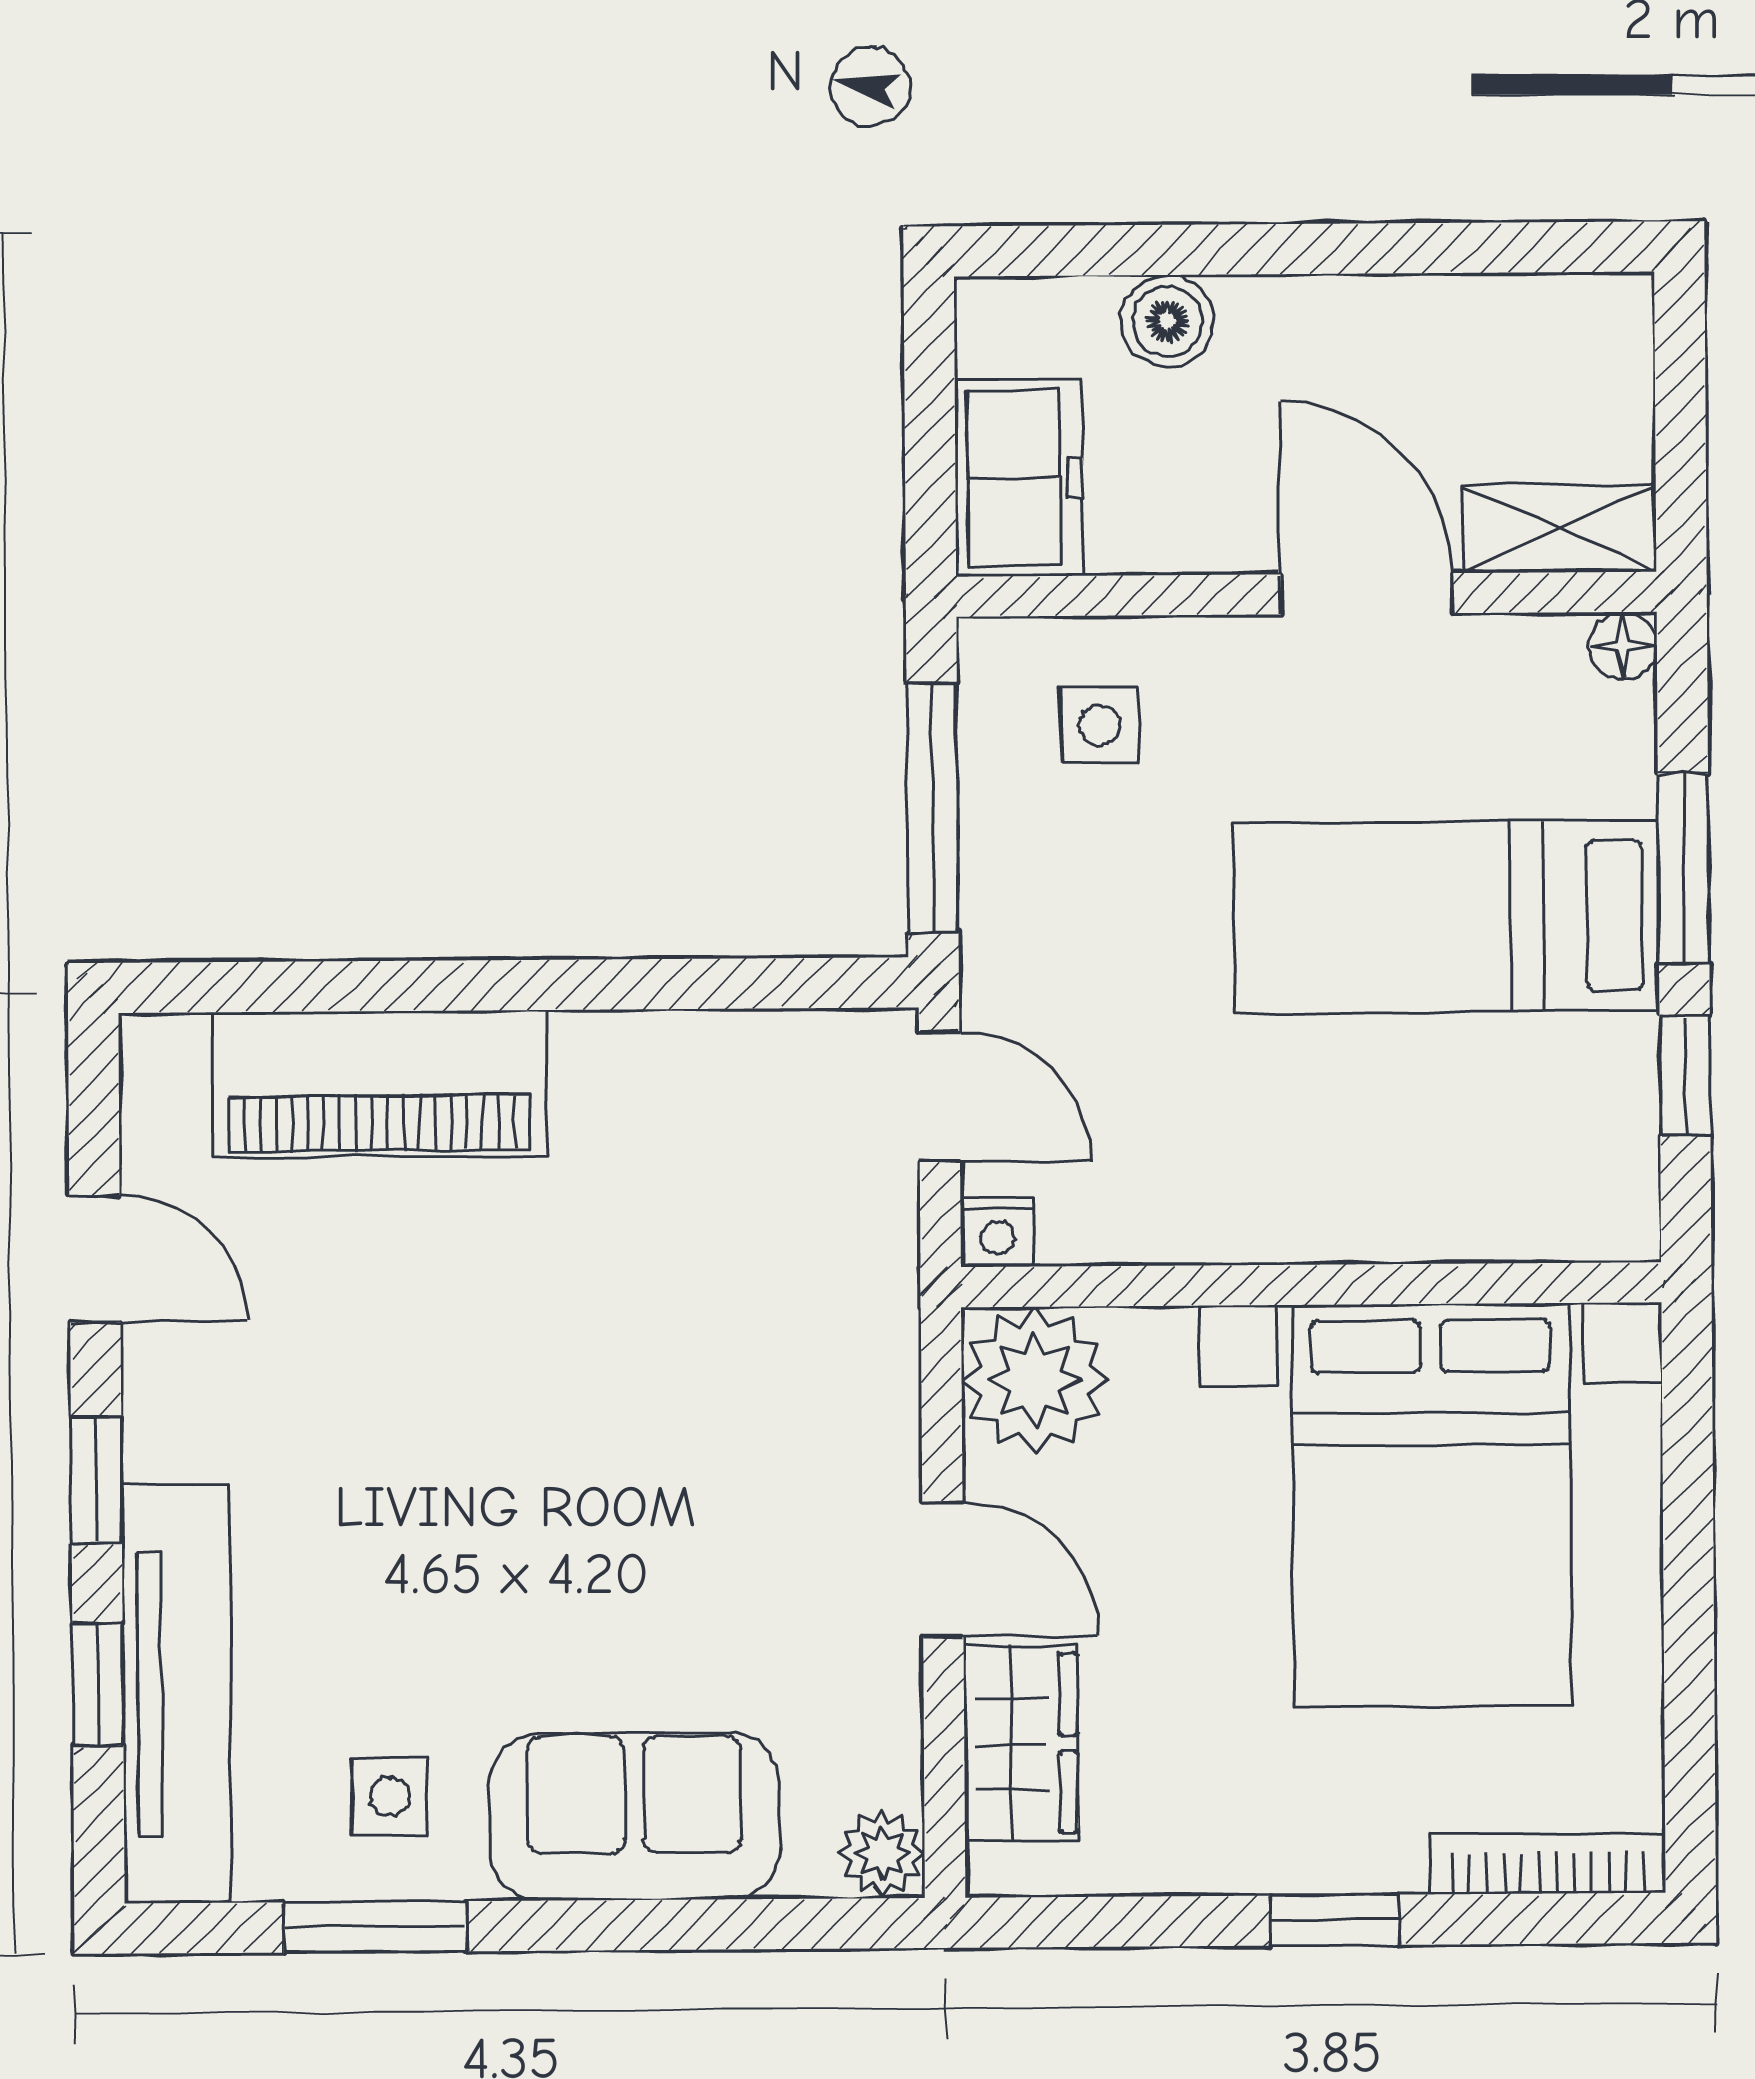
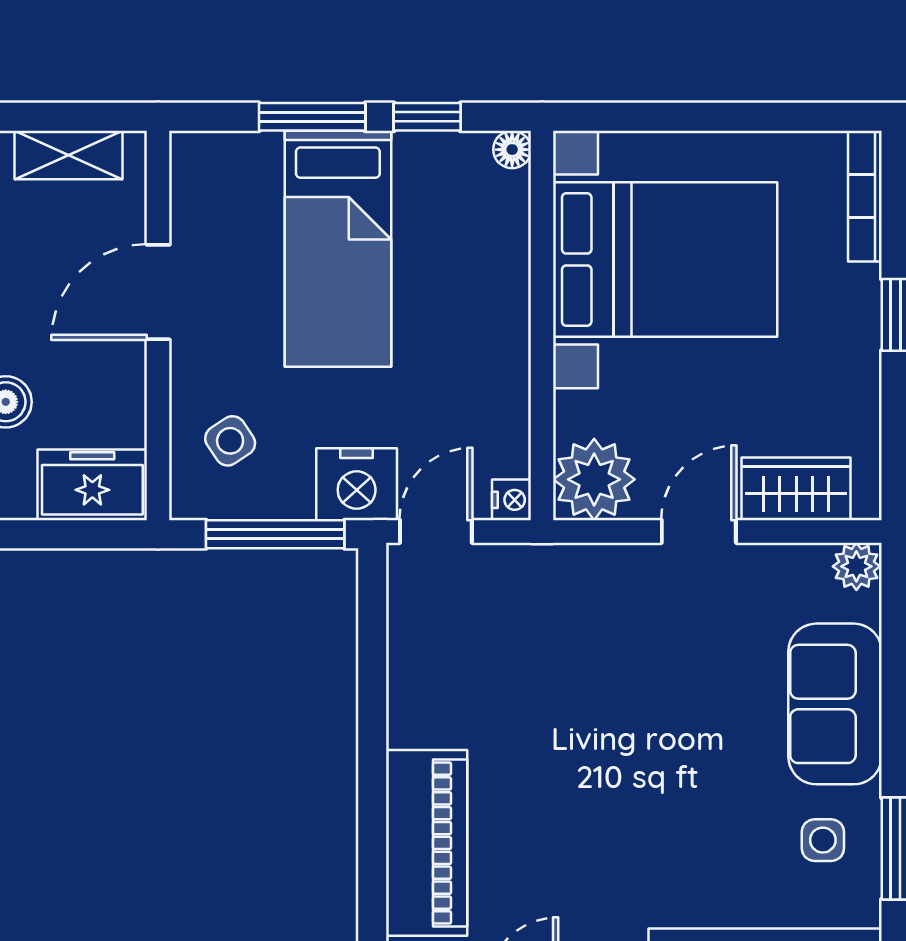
shelving: (1559, 529) -> (68, 155), moved, turned 90
floor lamp: (1623, 646) -> (512, 150), moved
side table: (1100, 725) -> (230, 441), turned -34
nightstand: (1024, 953) -> (357, 484), added

